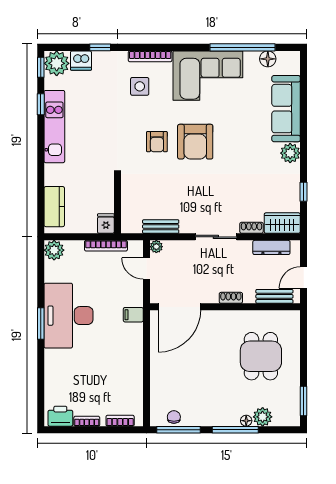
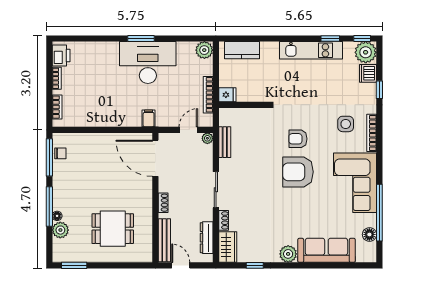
bench: (274, 296) -> (164, 240), width x1.36

